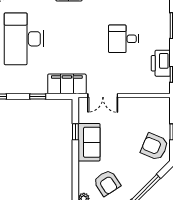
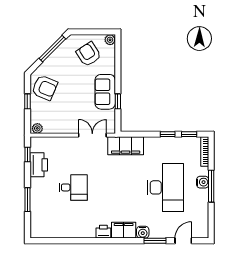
window: (38, 97) -> (168, 134), moved
plant: (162, 103) -> (37, 128), added

